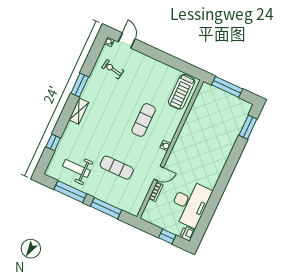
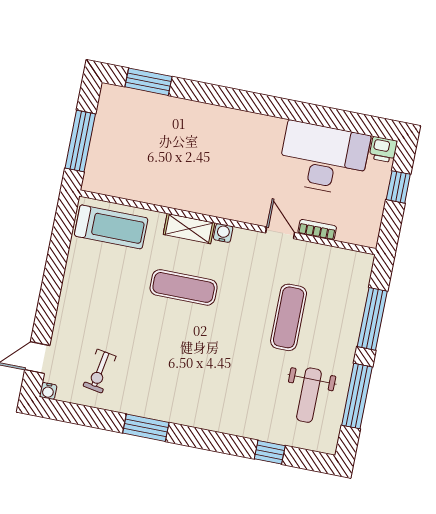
shelving: (79, 111) -> (189, 229), moved

